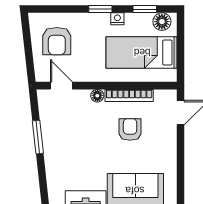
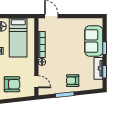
door: (61, 86) -> (36, 82), swing flipped
armchair: (130, 130) -> (73, 81), moved

